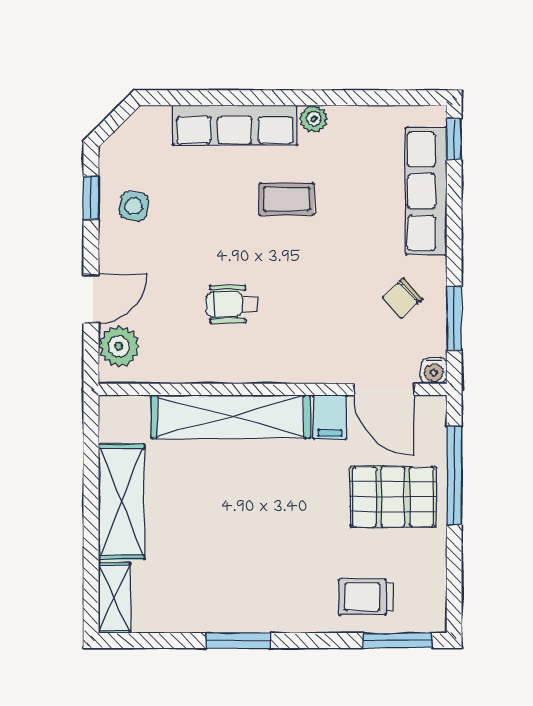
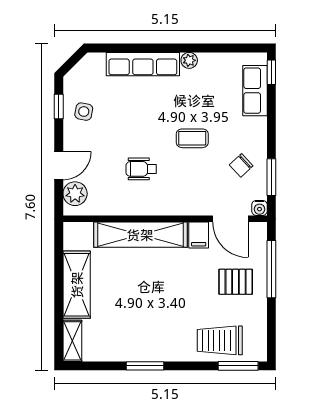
row of seats: (426, 191) -> (255, 91), width x0.68
coffee table: (287, 199) -> (192, 138), moved
pallet: (393, 497) -> (236, 282), width x0.67, depth x0.71
trolley: (366, 597) -> (220, 340), width x1.36, depth x1.39

